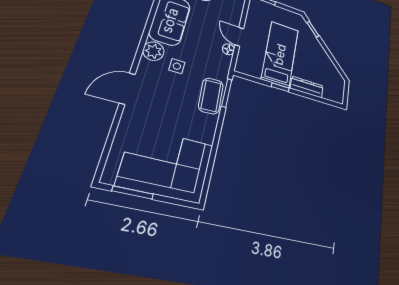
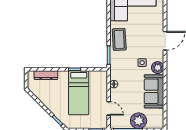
door: (239, 37) -> (109, 108), moved
dresser: (307, 87) -> (46, 75), moved
coffee table: (211, 96) -> (119, 39), moved

